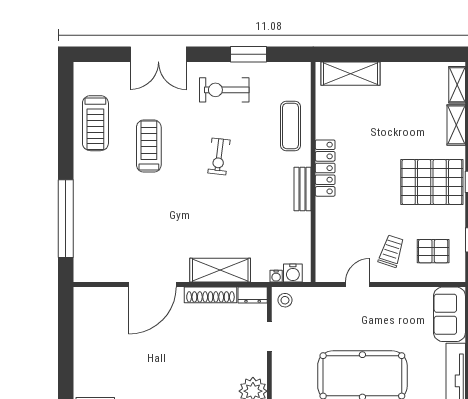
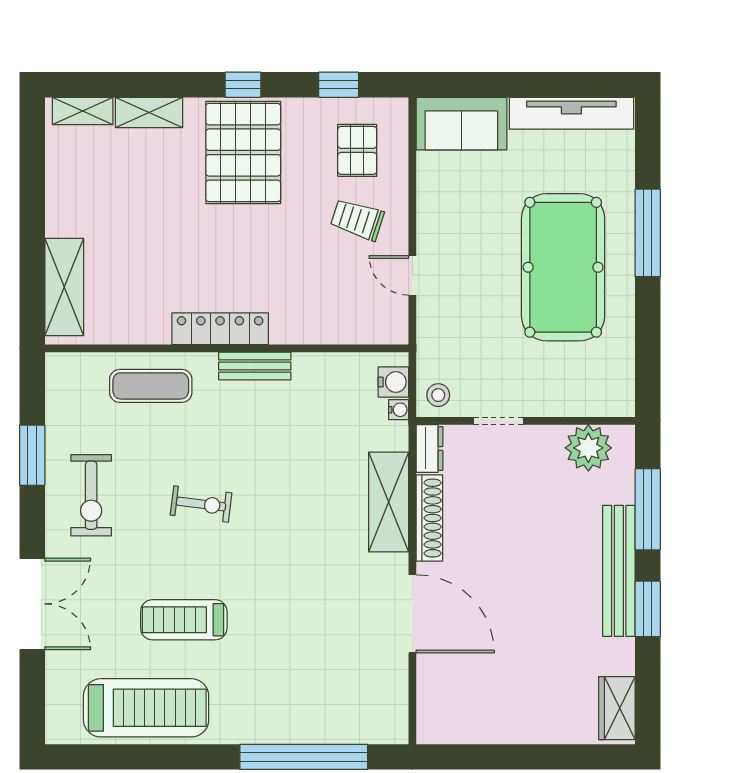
treadmill: (95, 123) -> (146, 708), width x1.37, depth x1.37

